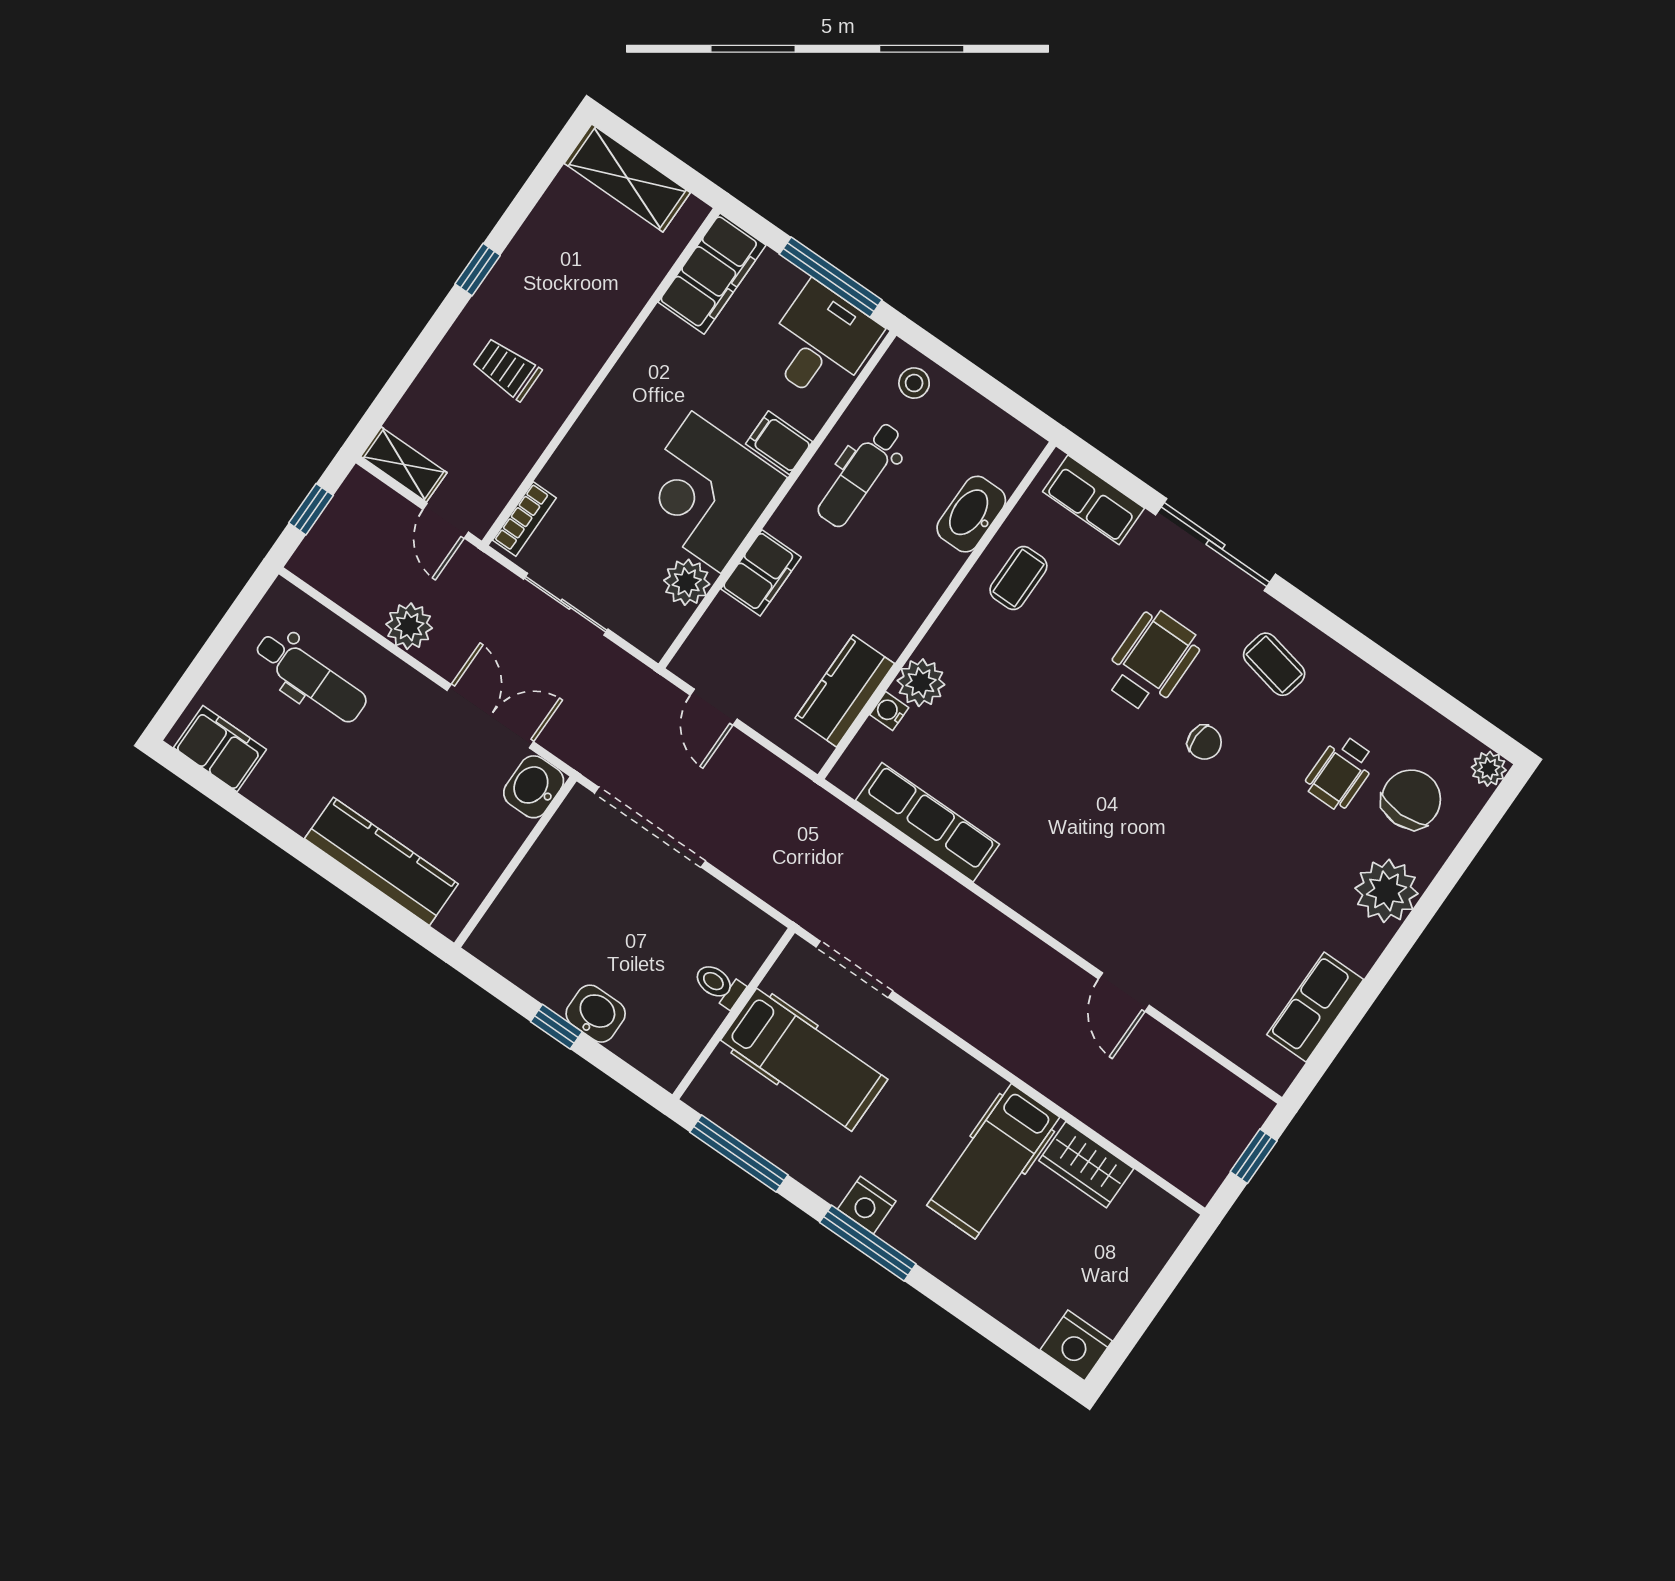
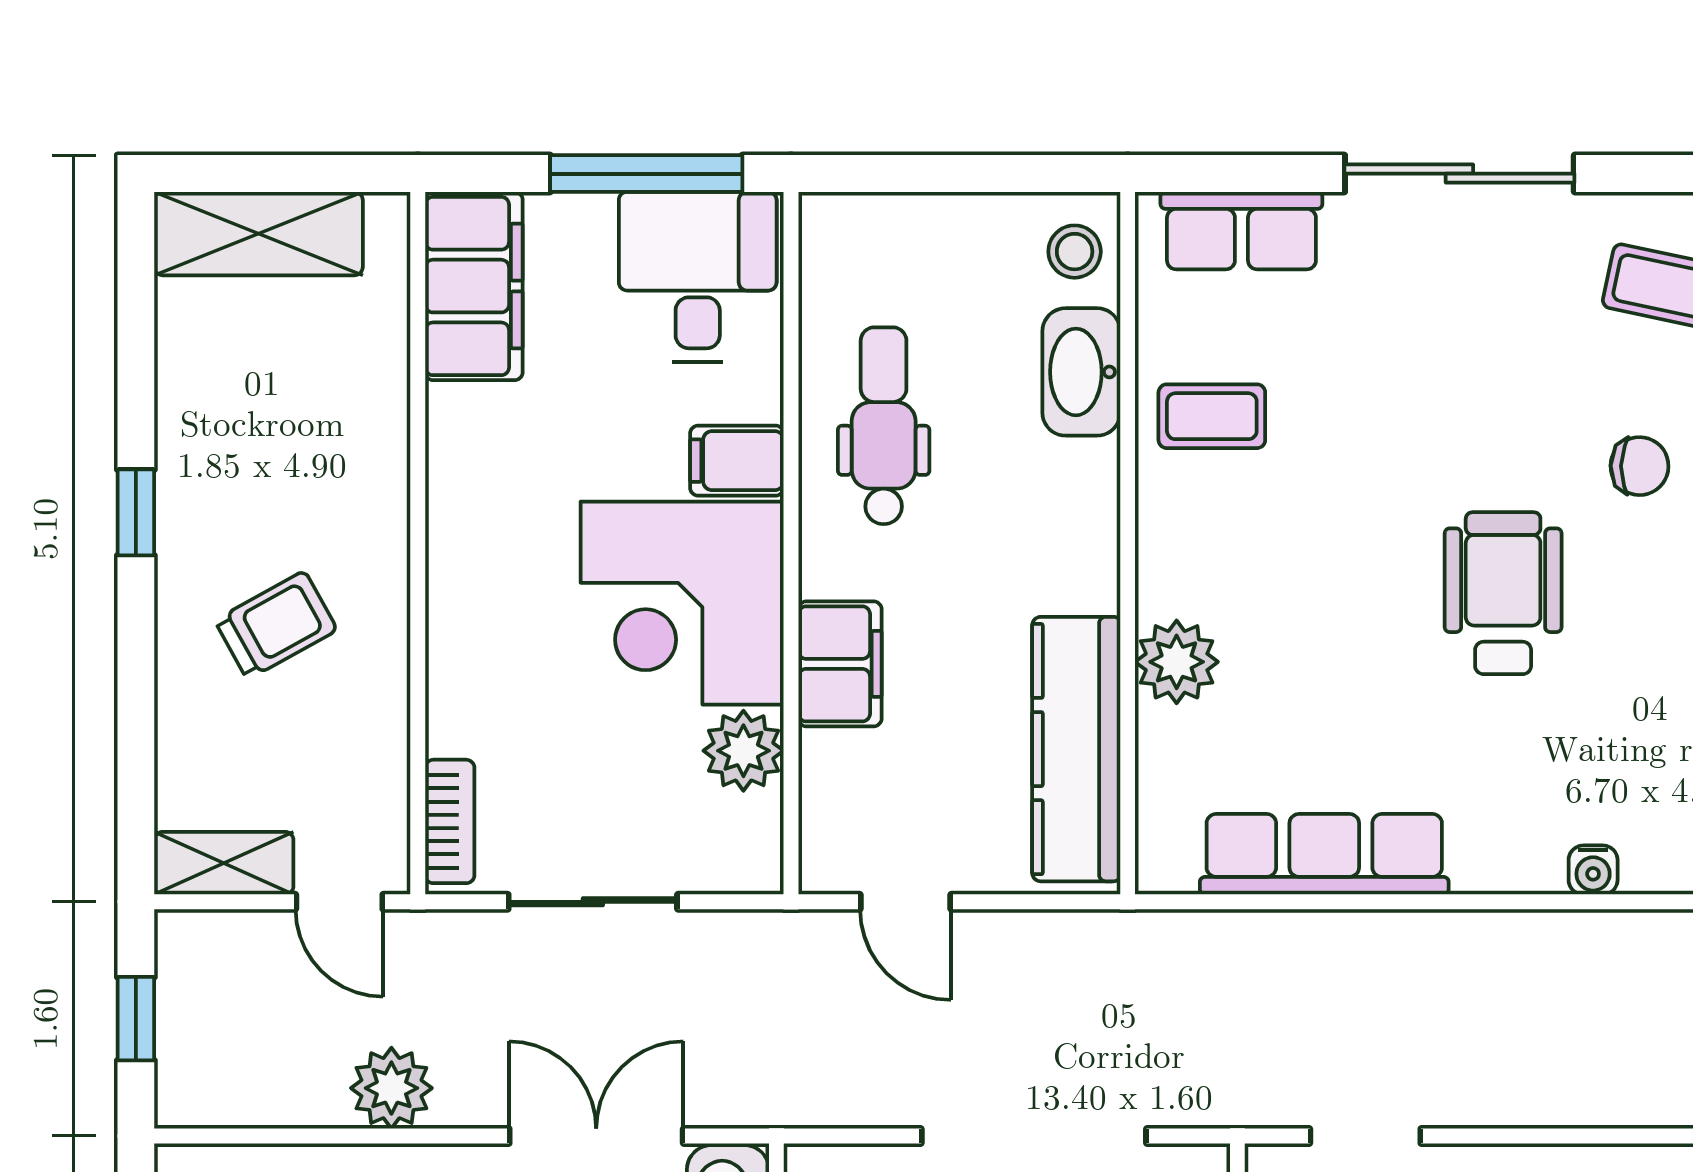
trolley: (507, 369) -> (276, 625), turned 151
stool: (914, 383) -> (1075, 252), moved
dental chair: (860, 475) -> (884, 426), turned 180
coffee table: (1018, 578) -> (1212, 416), turned 90
wheelchair: (1152, 661) -> (1503, 593), moved
kitchen counter: (845, 691) -> (1076, 749), width x1.50
water cooler: (889, 711) -> (1593, 870), moved, turned -90
doorway: (650, 827) -> (1034, 1136), moved
doorway: (854, 969) -> (1365, 1136), width x0.73

